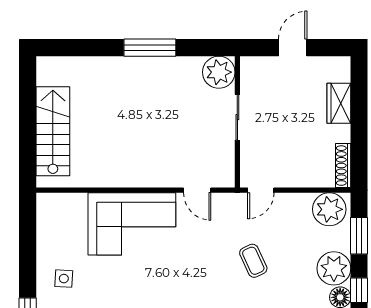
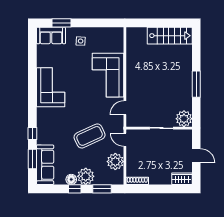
wardrobe: (339, 103) -> (182, 179), moved
stairs: (53, 131) -> (170, 36), moved
plant: (329, 209) -> (115, 162), moved
coffee table: (253, 261) -> (90, 136), width x1.86, depth x1.72

